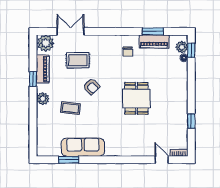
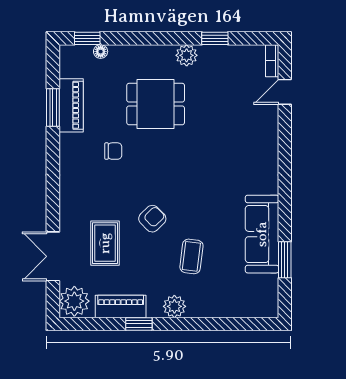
plant: (182, 47) -> (187, 55), moved
chair: (128, 51) -> (113, 151), moved
dining table: (136, 98) -> (156, 104), moved

